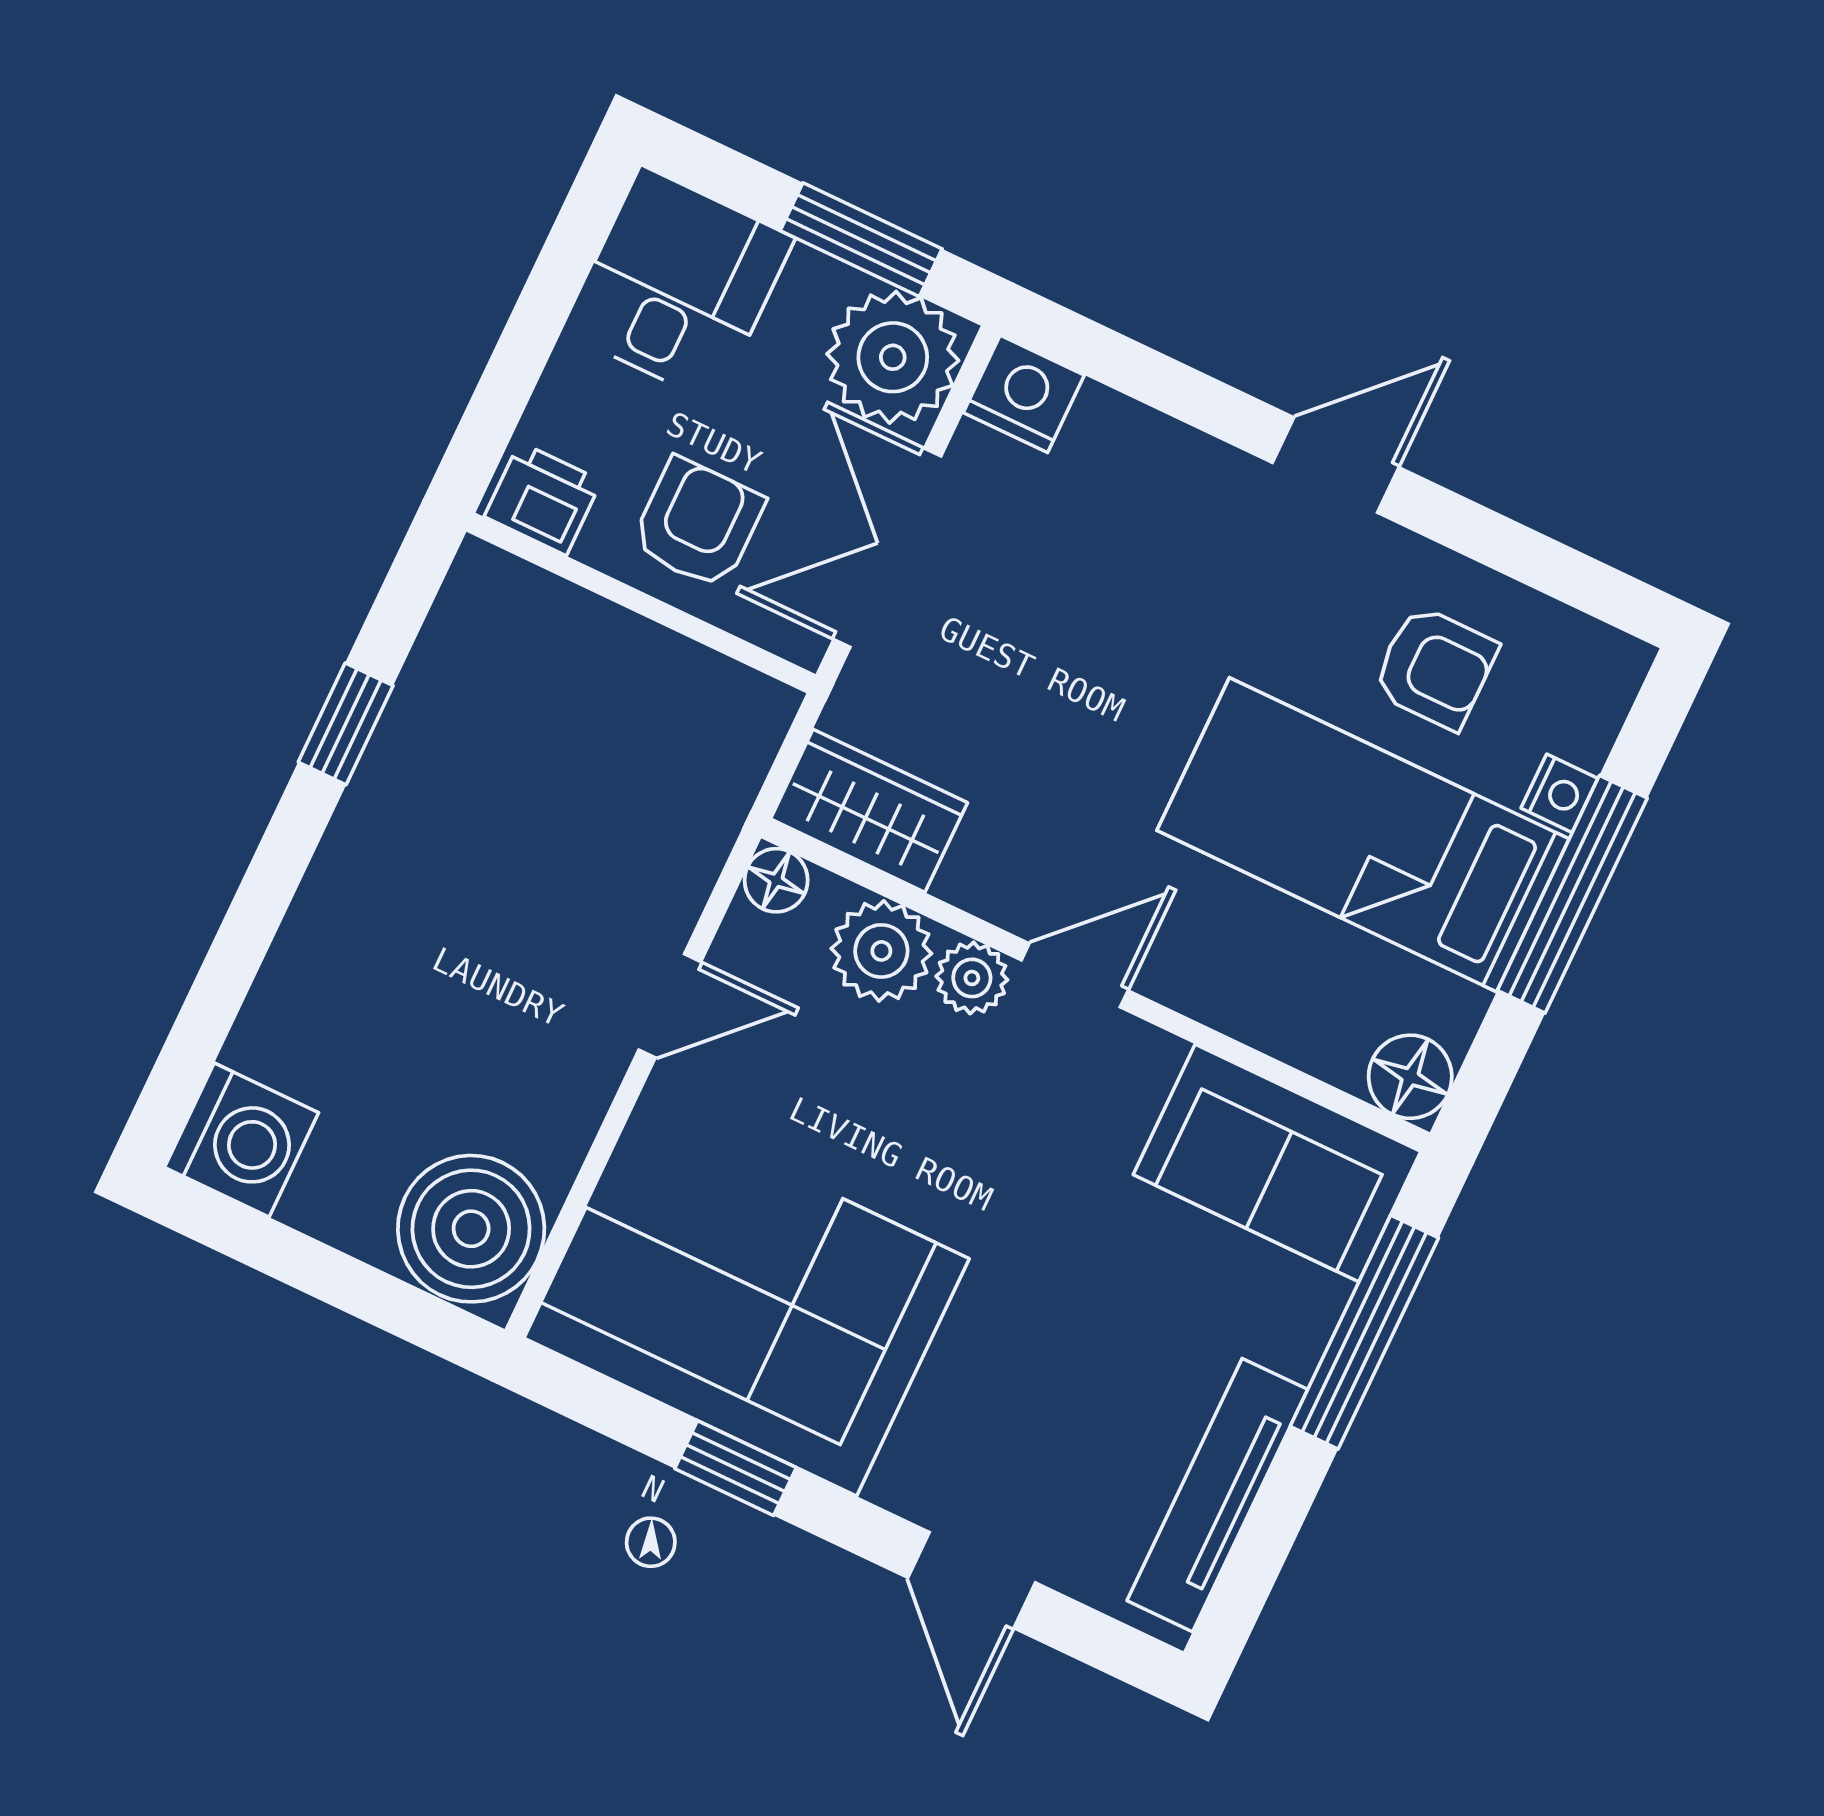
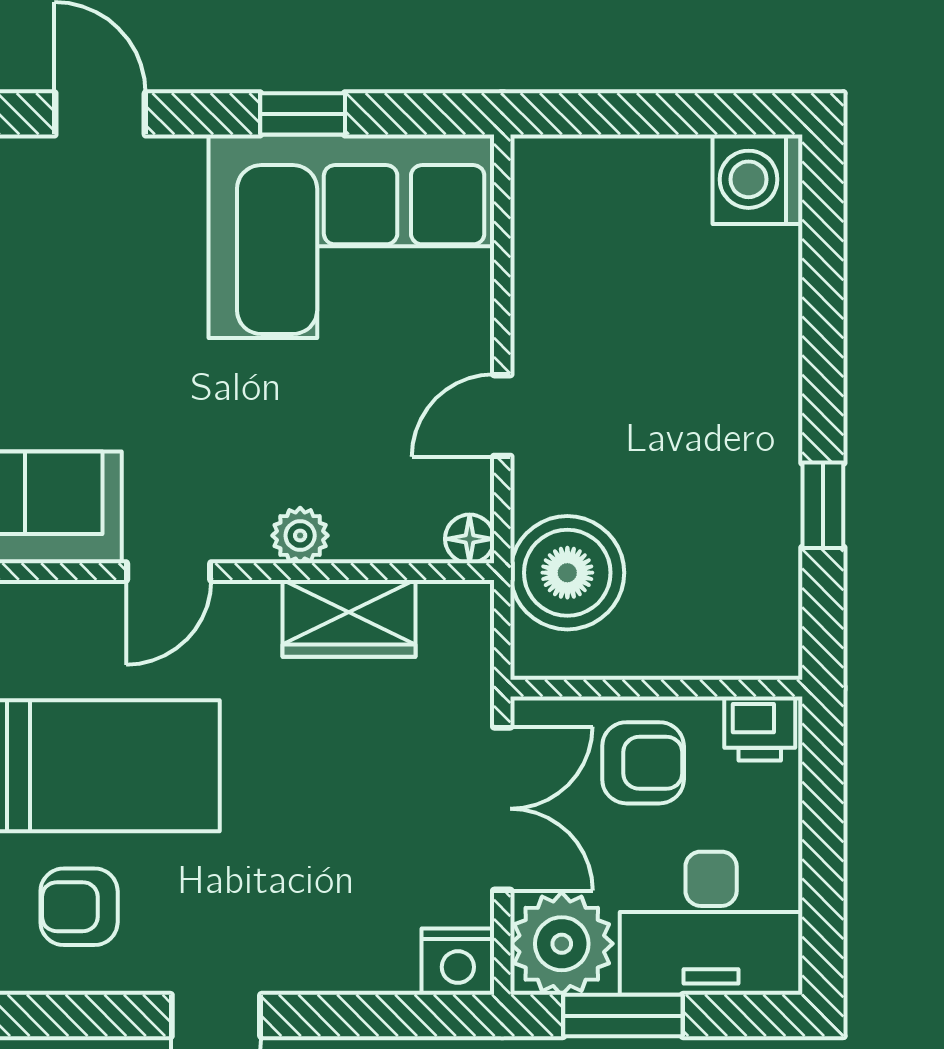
desk: (679, 285) -> (711, 923), width x1.37
armchair: (698, 523) -> (643, 763), turned -90
wardrobe: (869, 811) -> (349, 618), moved
plant: (881, 951) -> (372, 524), removed
door: (1075, 975) -> (169, 572), moved
boiler: (471, 1229) -> (567, 573), moved

